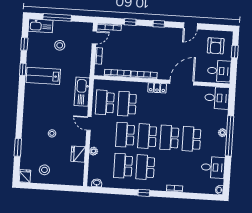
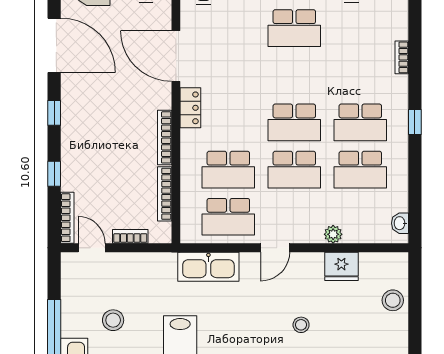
door: (190, 26) -> (54, 45), width x1.88
school desk: (169, 138) -> (294, 75), removed
stool: (44, 170) -> (393, 300), moved

